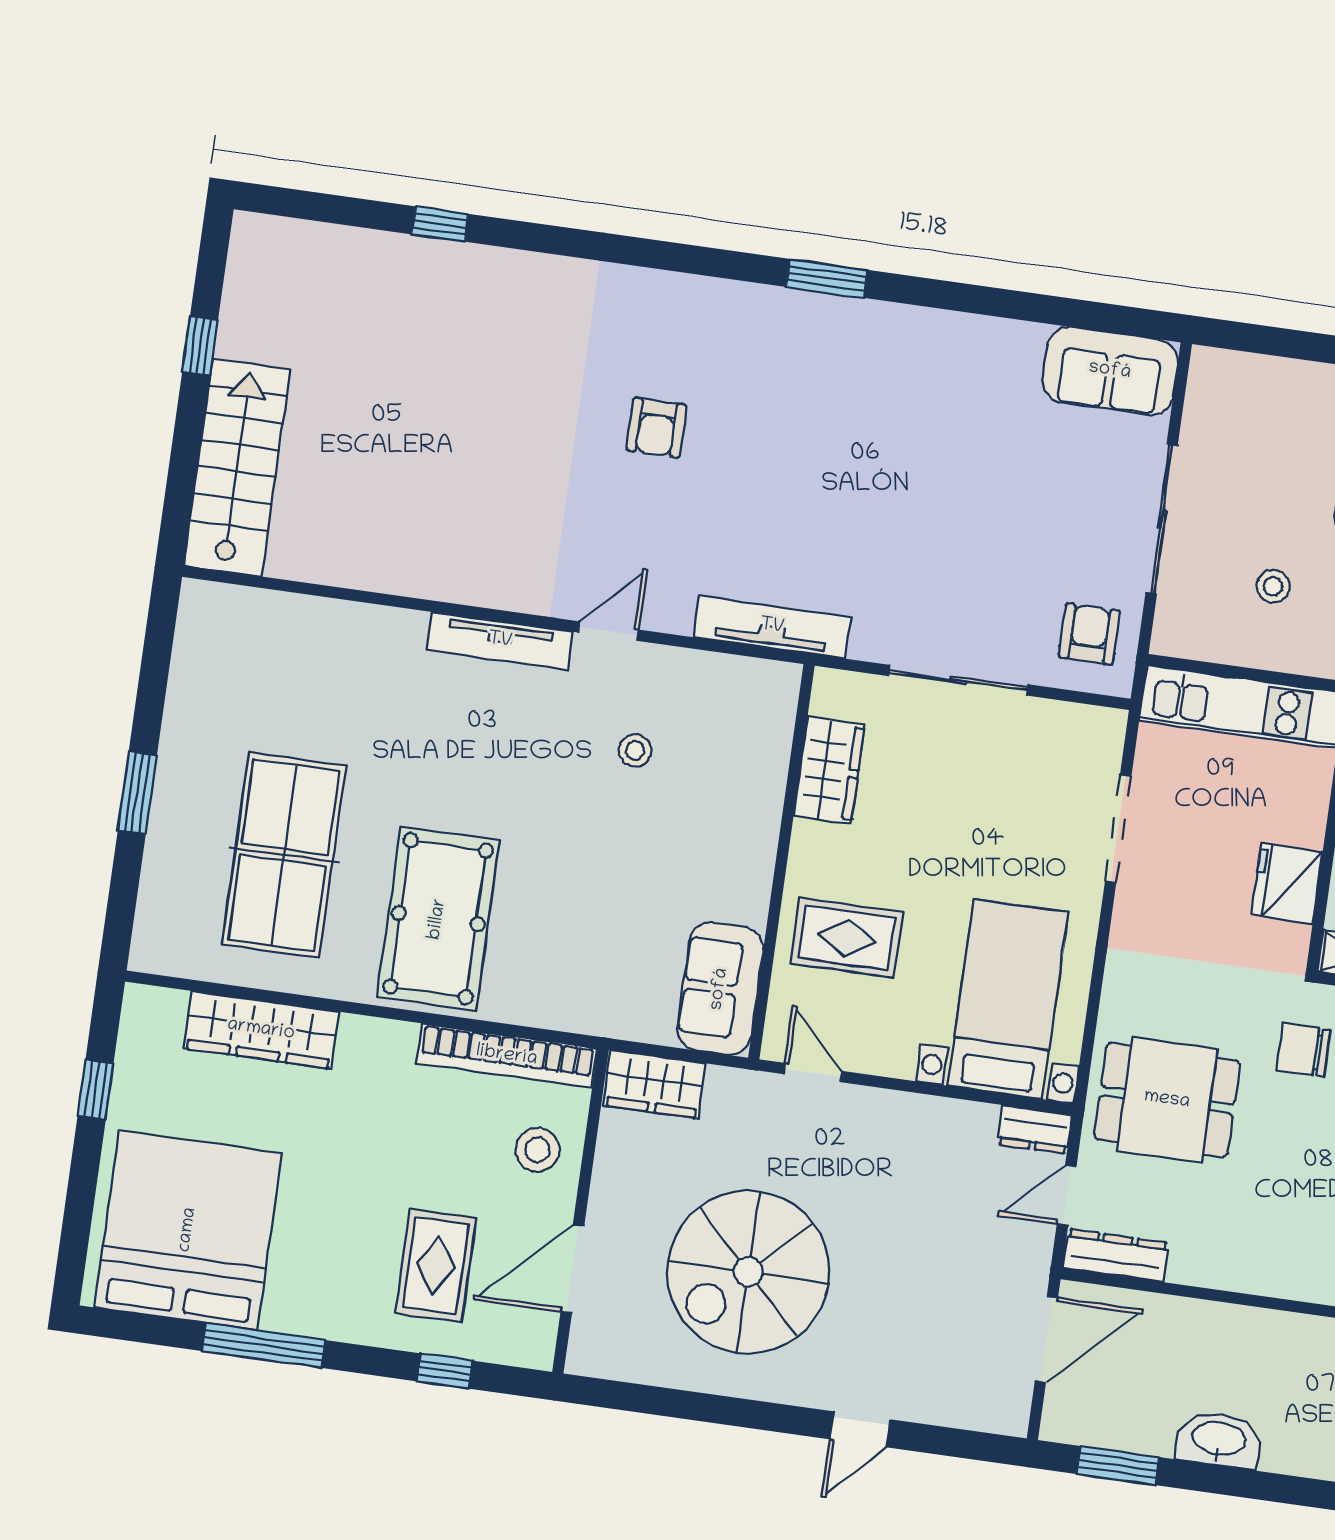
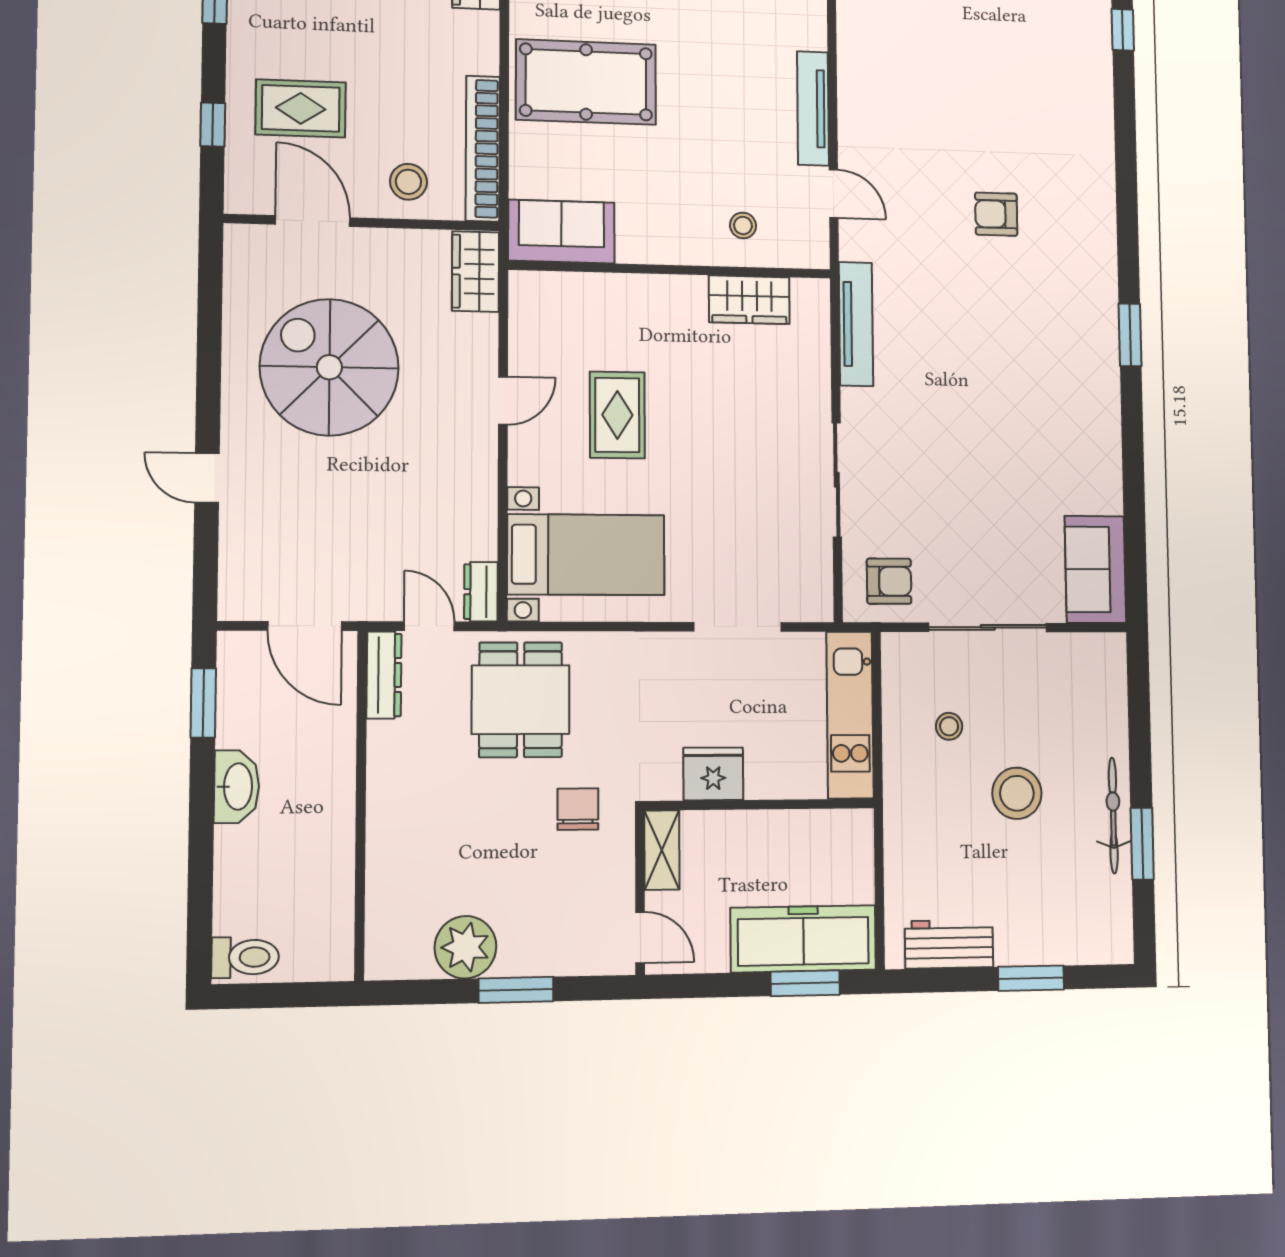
wardrobe: (829, 770) -> (749, 300), moved
wall: (781, 862) -> (671, 270), moved
sofa: (720, 989) -> (561, 232), moved

